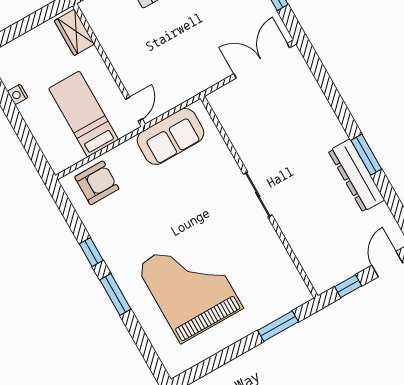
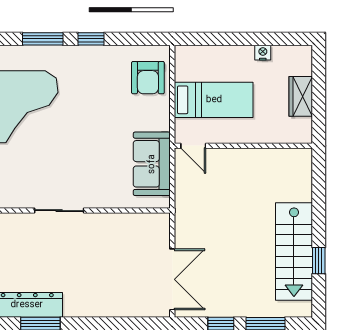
wardrobe: (74, 32) -> (301, 96), moved, turned -90

